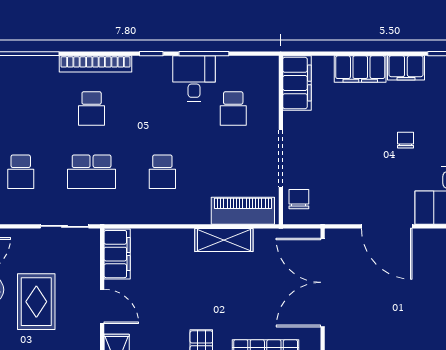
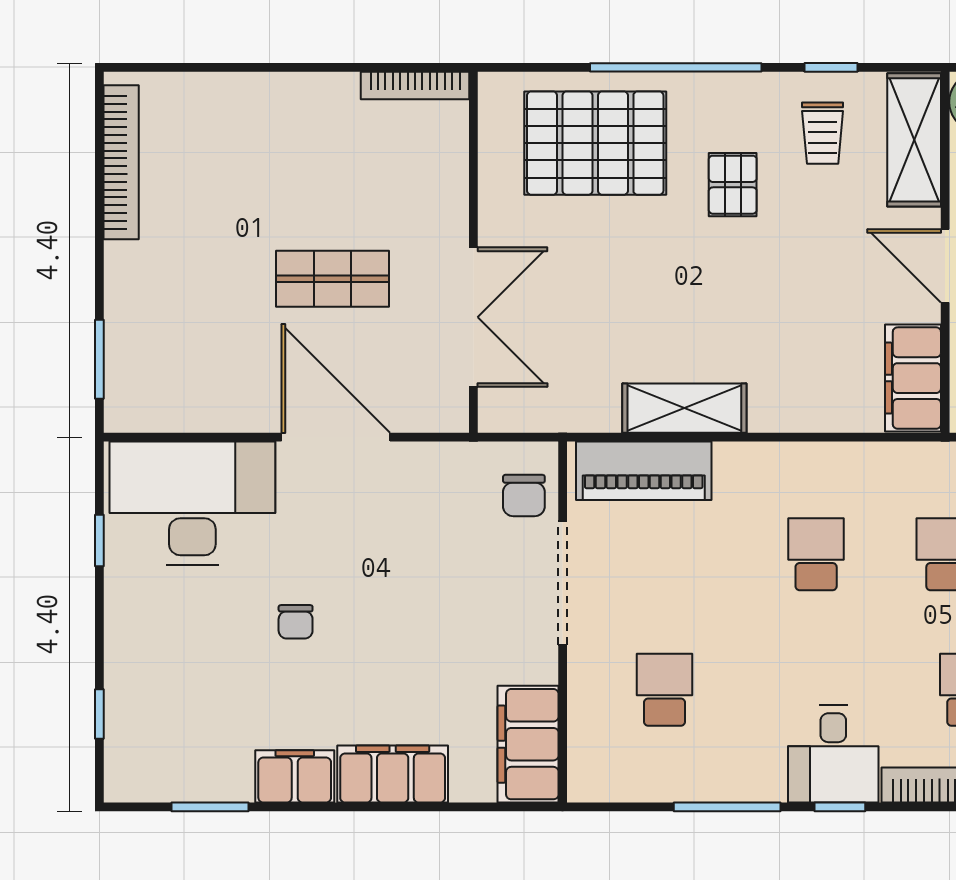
desk: (194, 78) -> (833, 754), moved
double door: (323, 282) -> (473, 317), width x0.73
shop shelf: (388, 300) -> (333, 279), added

